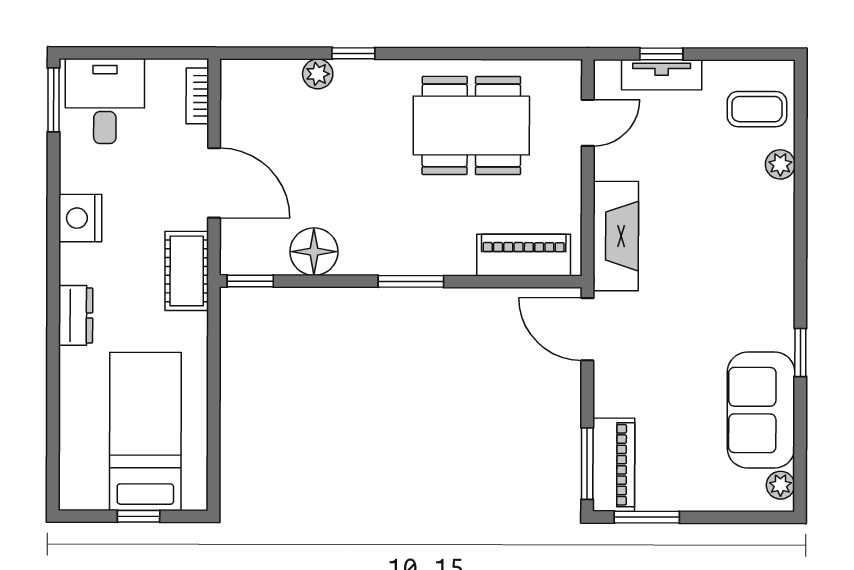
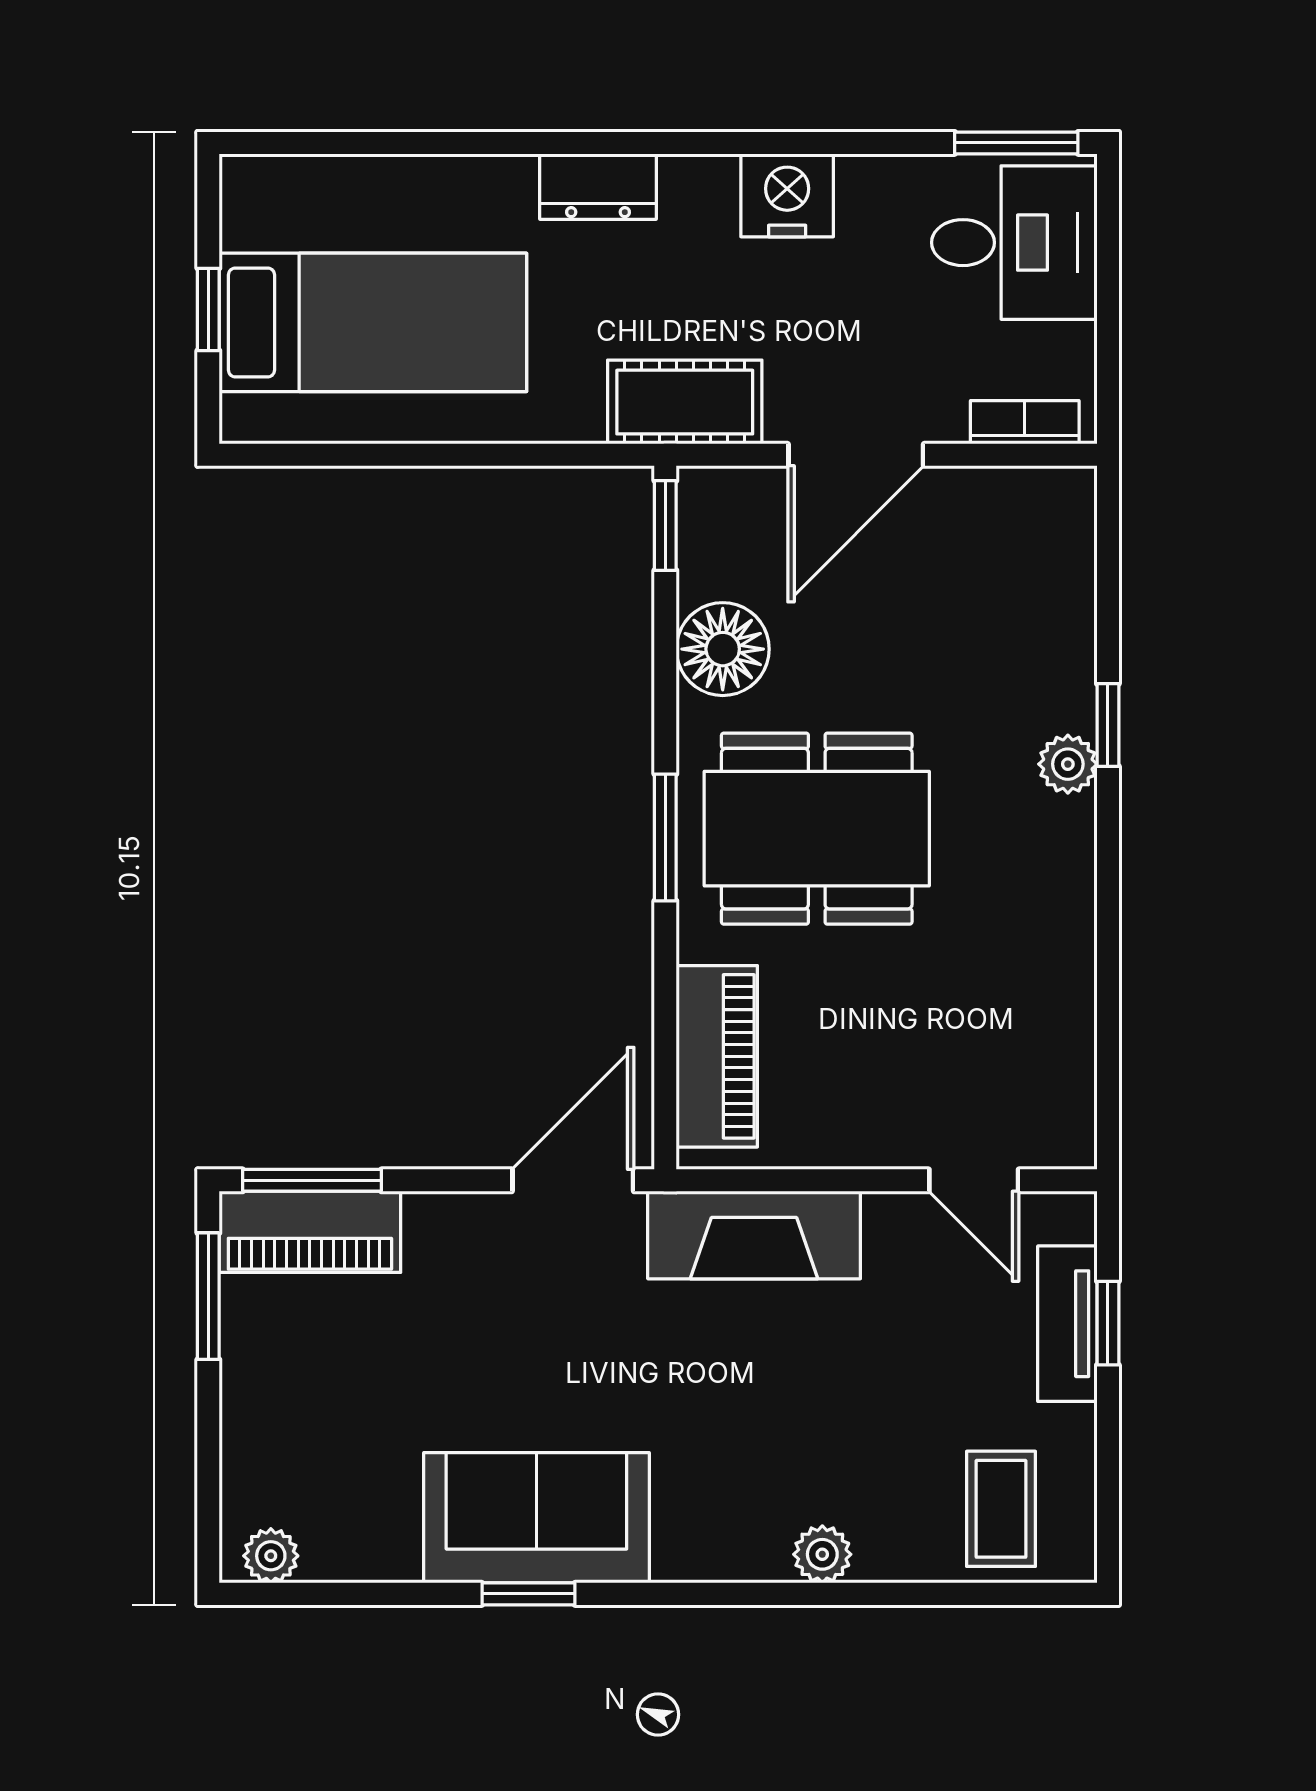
plant: (318, 74) -> (1068, 764), moved
dining table: (471, 125) -> (817, 829), moved, turned 90
plant: (780, 164) -> (822, 1554), moved
sofa: (761, 410) -> (536, 1518), moved

